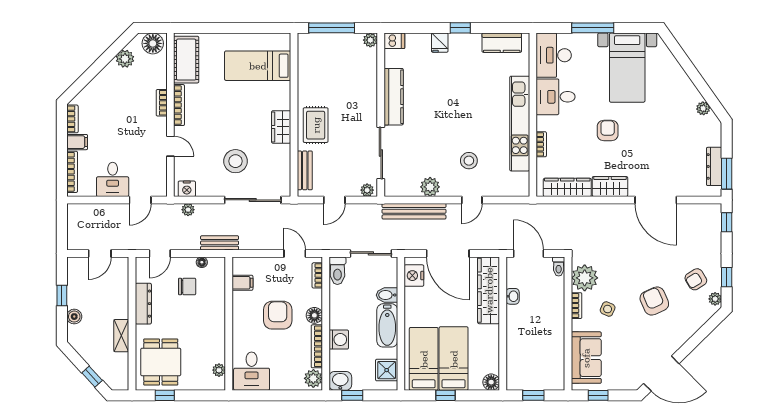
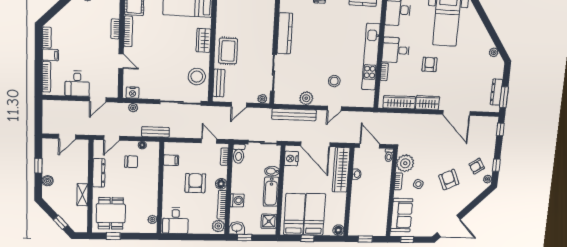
desk: (556, 97) -> (396, 50), moved
wardrobe: (281, 127) -> (204, 40), moved
stool: (235, 161) -> (197, 77), moved

